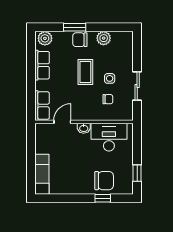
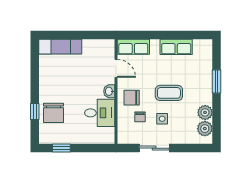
plant: (45, 38) -> (205, 129), moved
chair: (80, 40) -> (132, 98), moved, turned -90
desk: (109, 137) -> (100, 113), width x0.73

